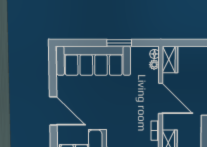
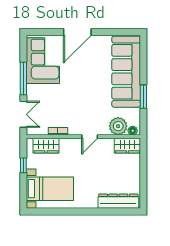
plant: (154, 65) -> (118, 126), width x1.88, depth x1.88
door: (161, 98) -> (90, 137), width x0.53

